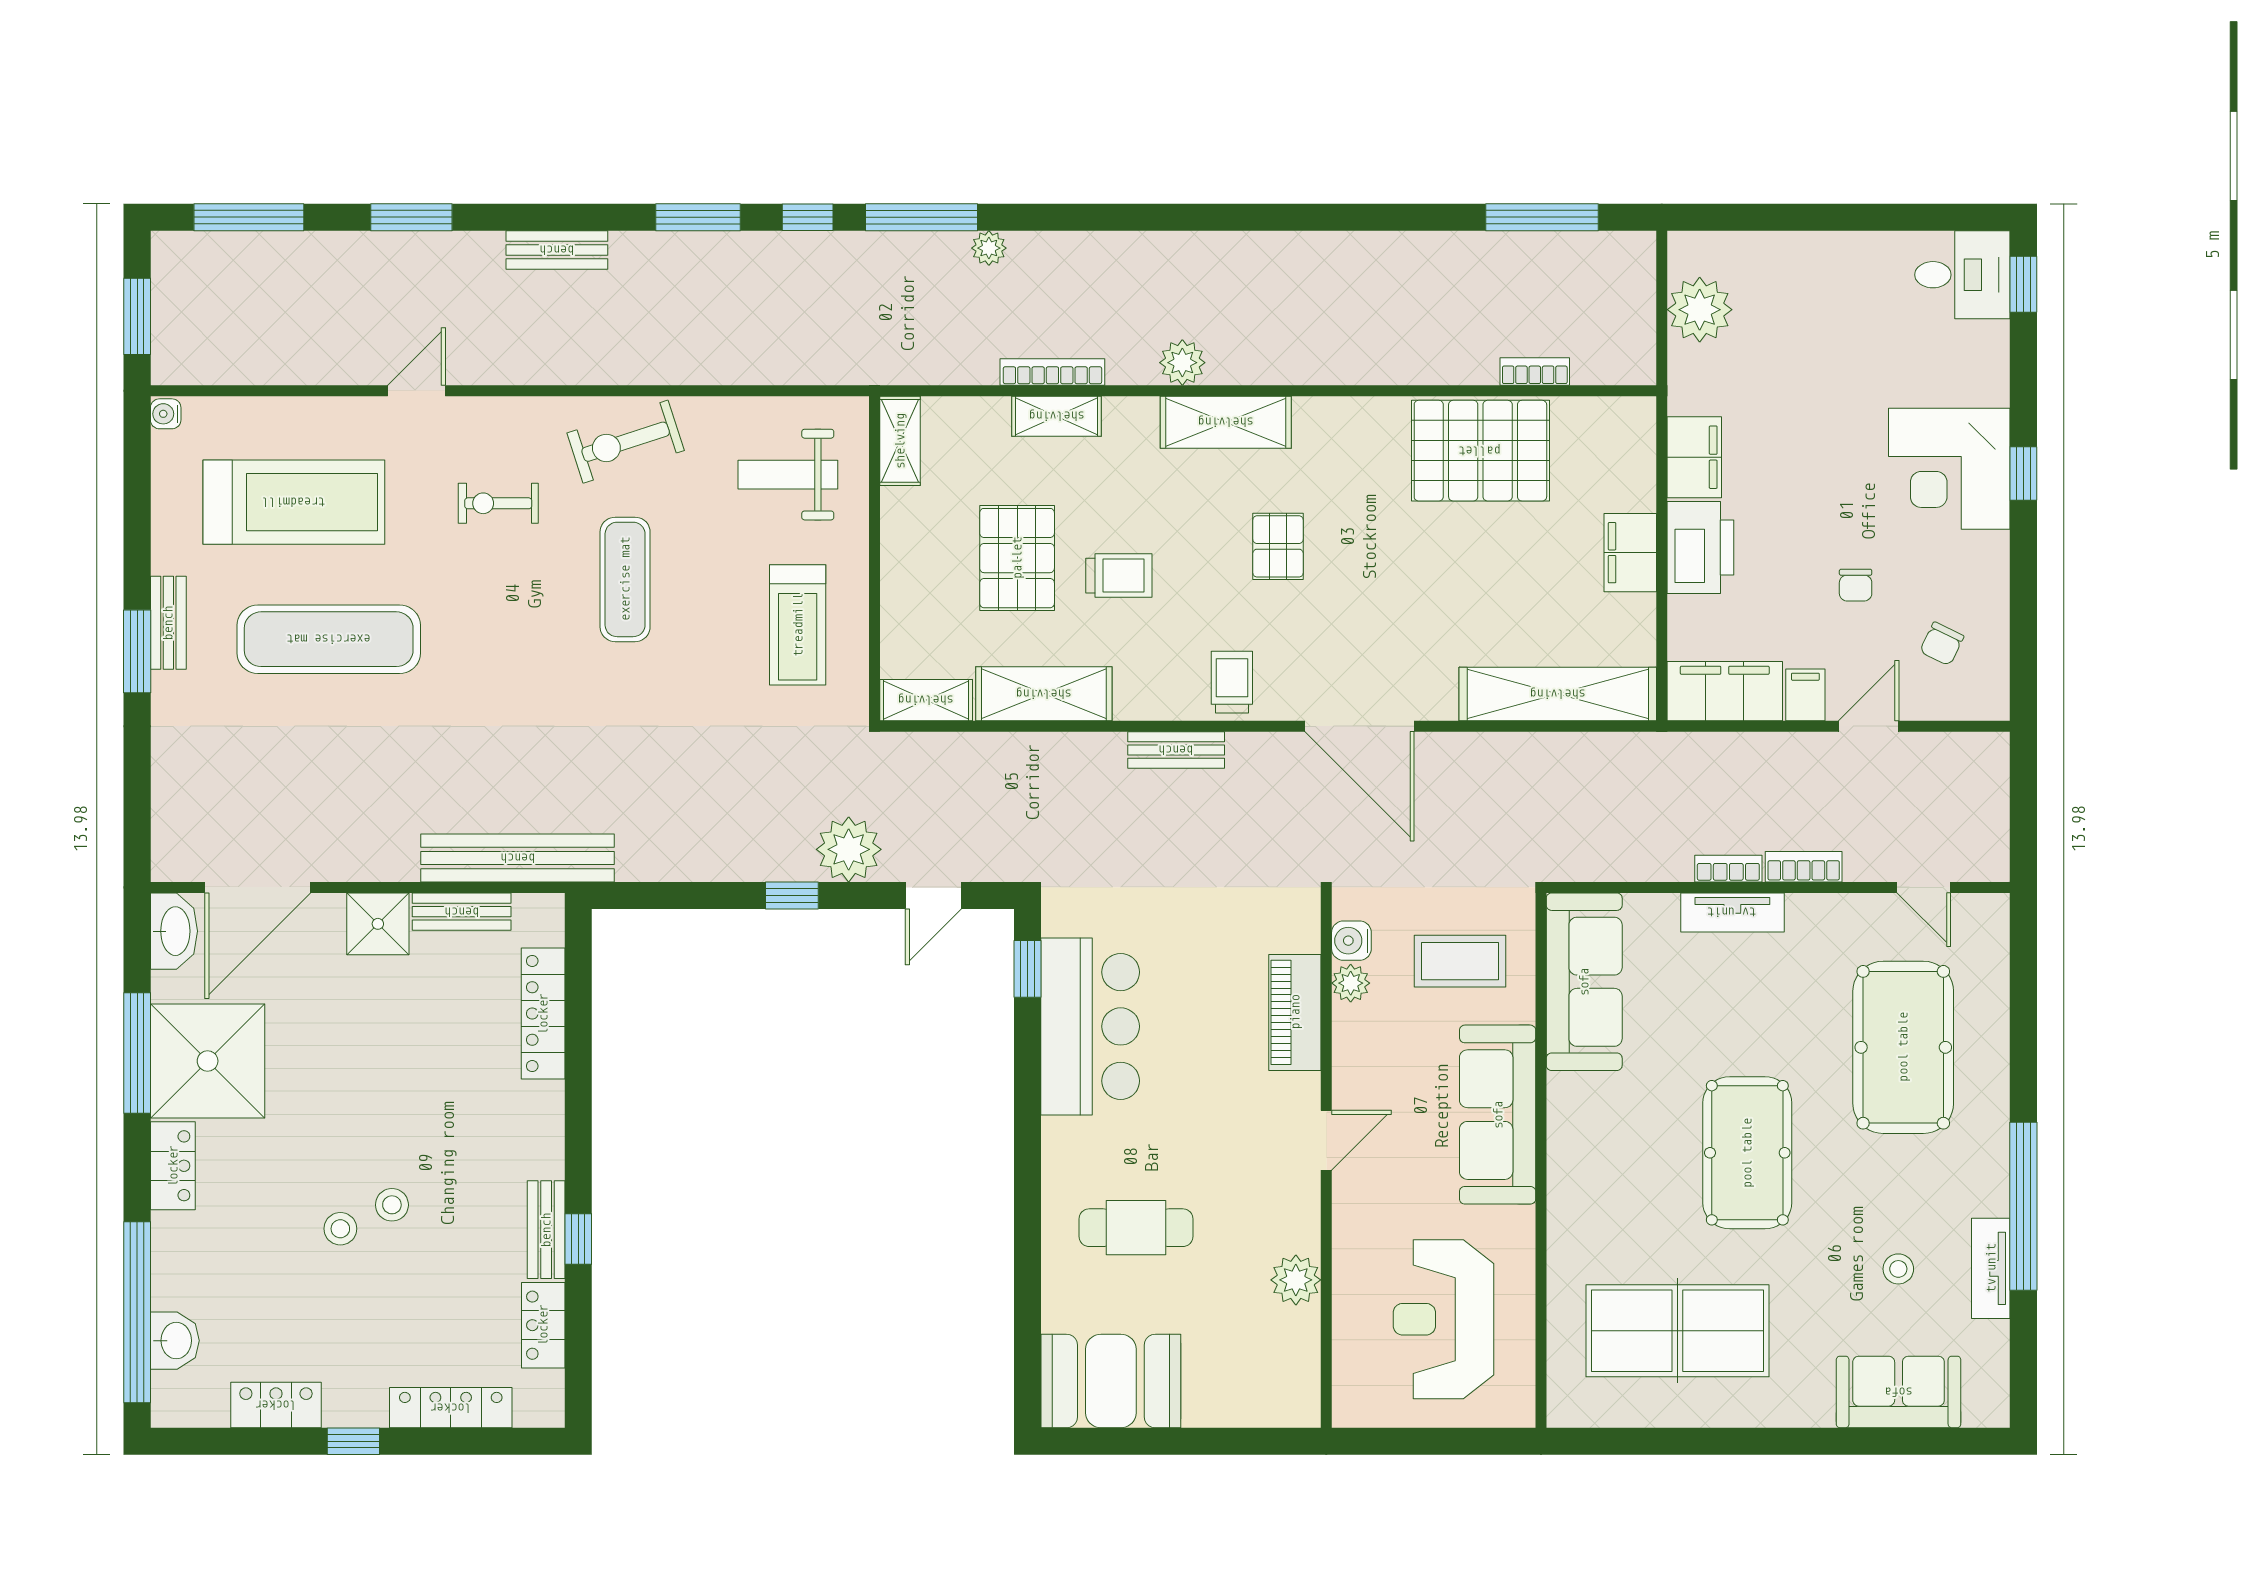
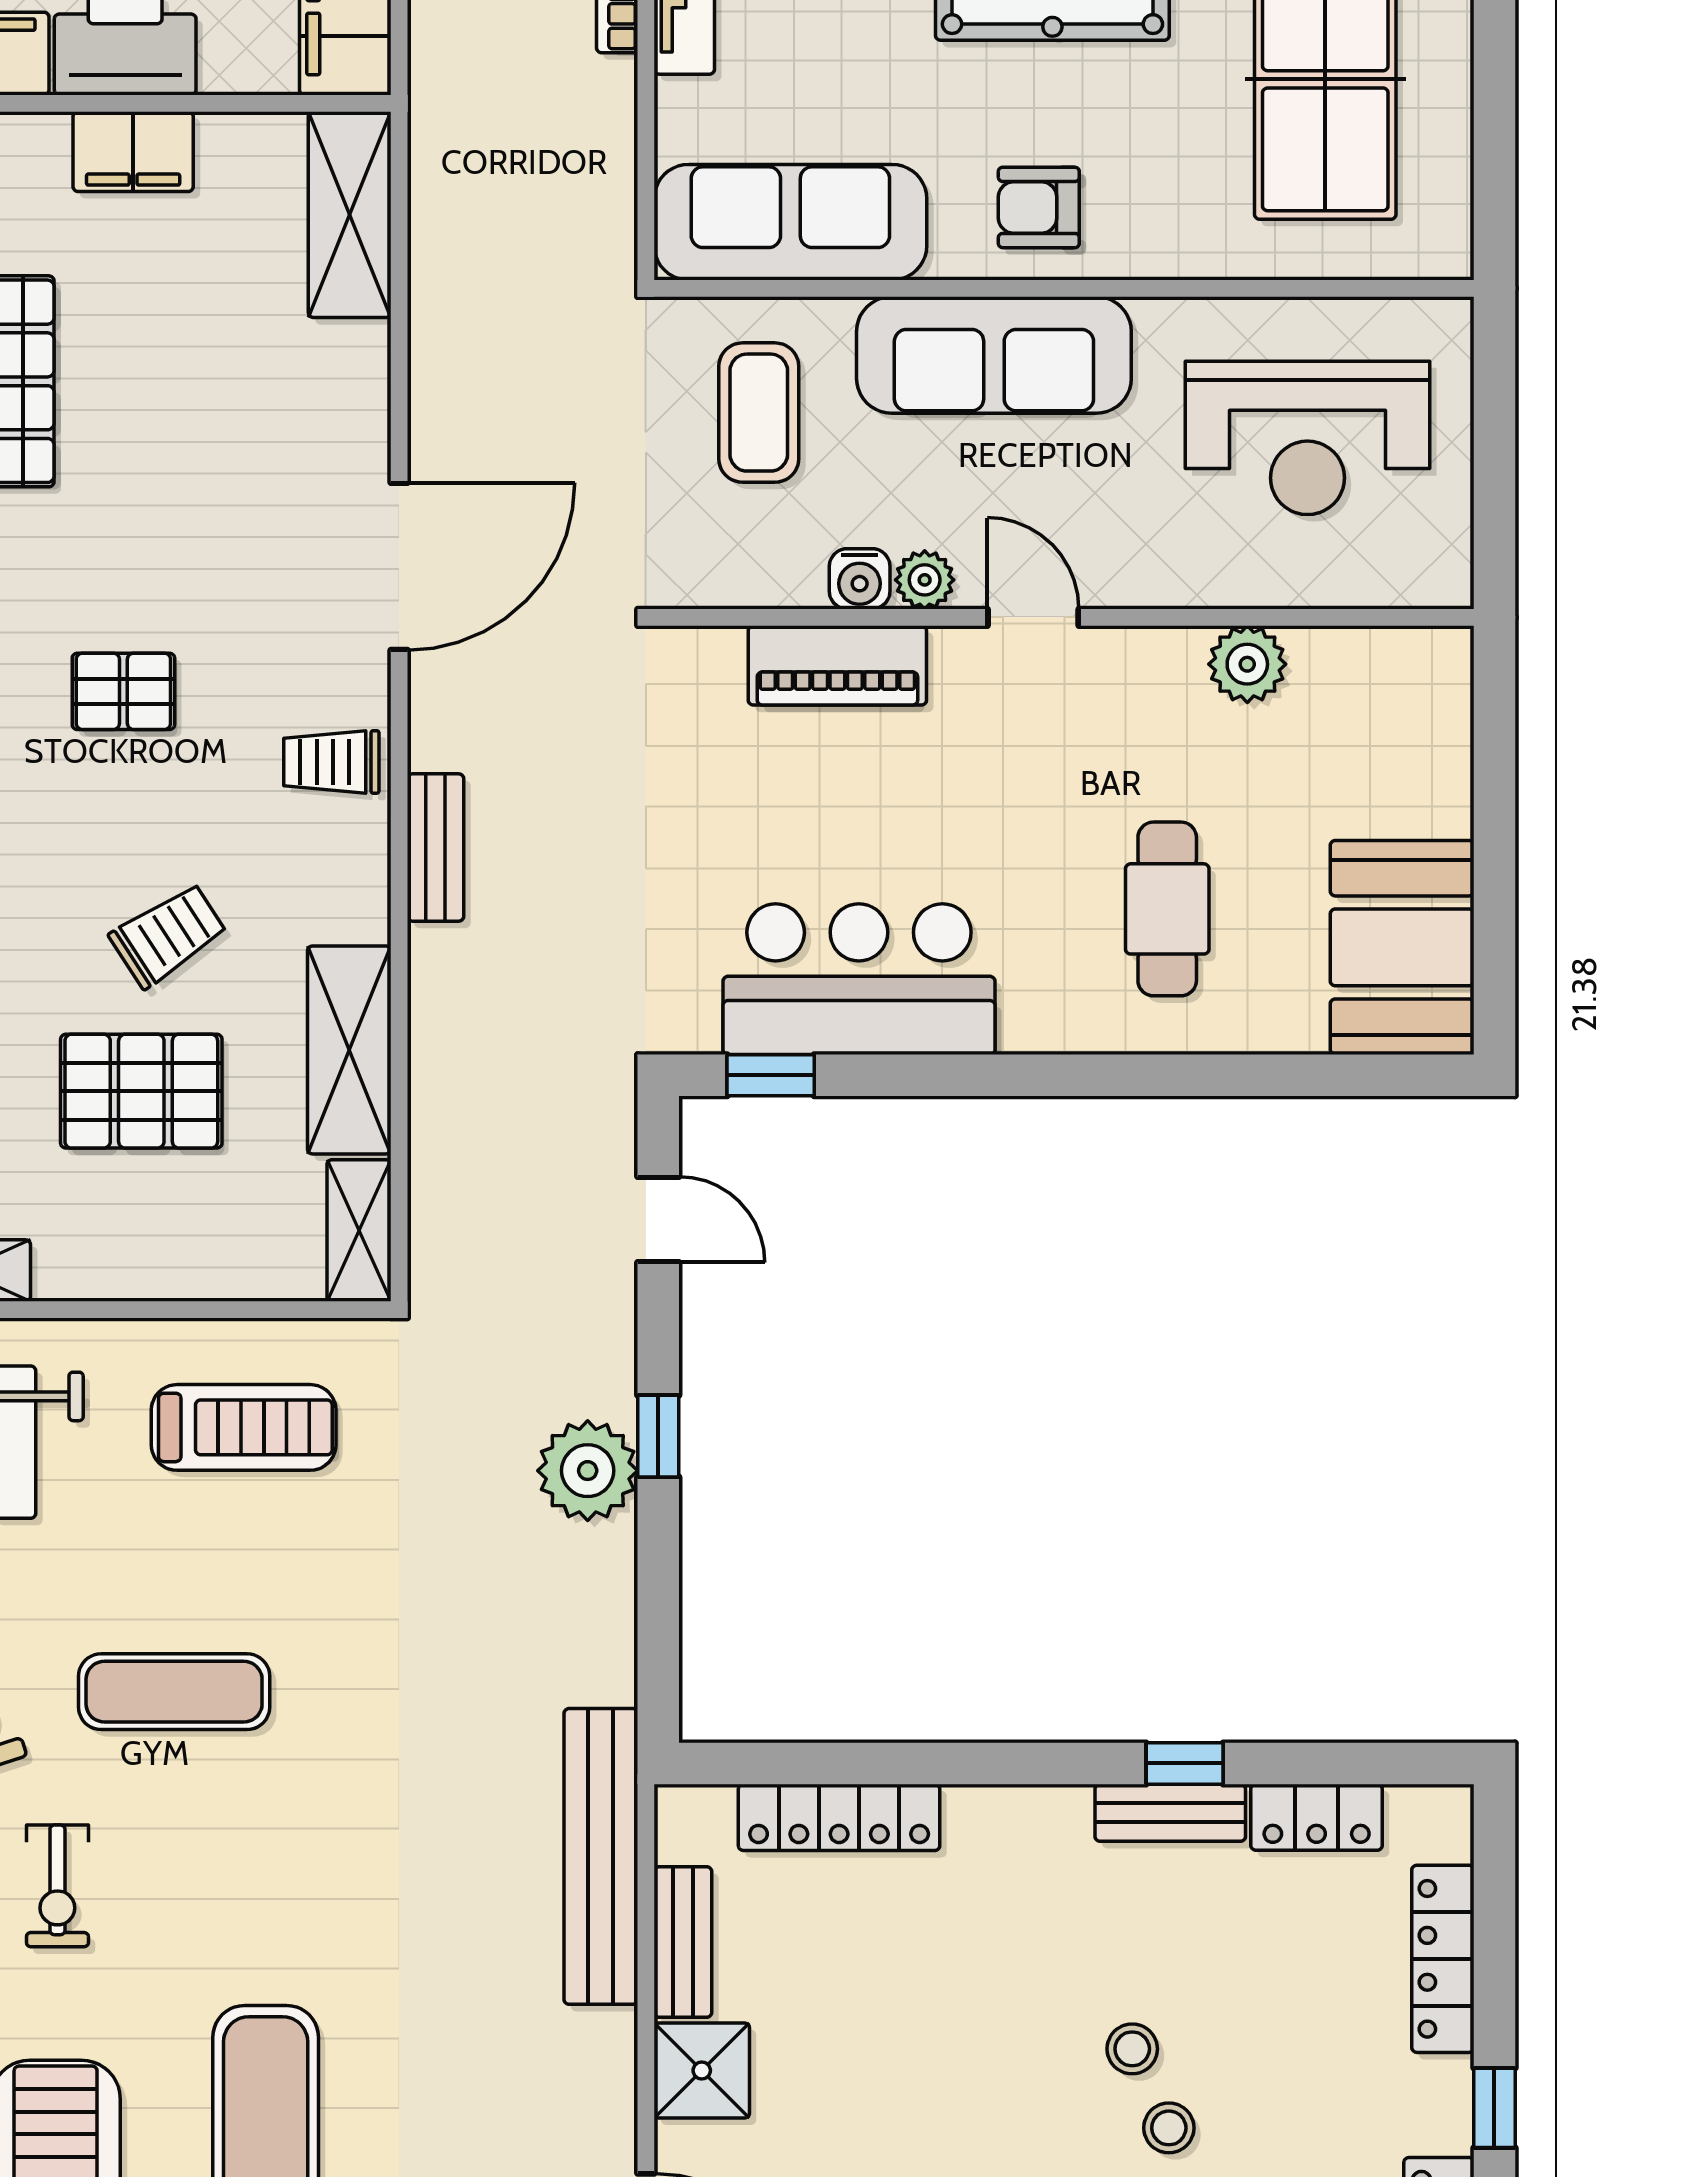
trolley: (1119, 576) -> (168, 935), turned 57
shelving: (1558, 694) -> (350, 215), width x0.68
plant: (849, 849) -> (588, 1471), moved
water cooler: (1351, 941) -> (860, 579), moved
plant: (1351, 983) -> (925, 580), moved
armchair: (1594, 1144) -> (1039, 207), added

